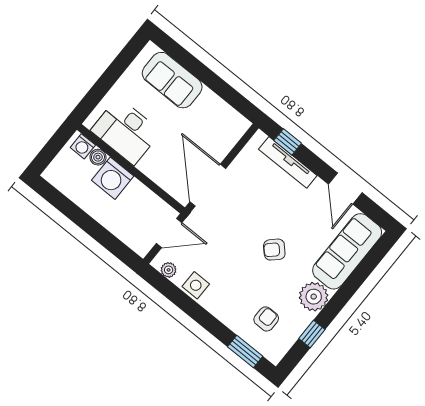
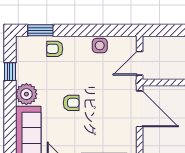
armchair: (274, 250) -> (71, 103), turned 44
plant: (169, 270) -> (123, 42), removed
armchair: (266, 319) -> (55, 49), moved, turned 90

